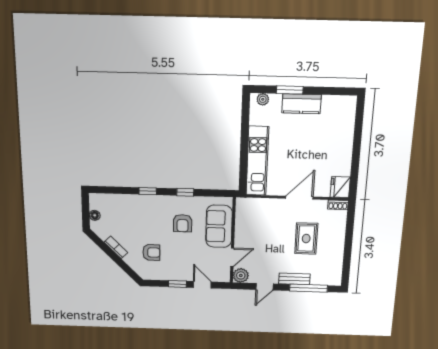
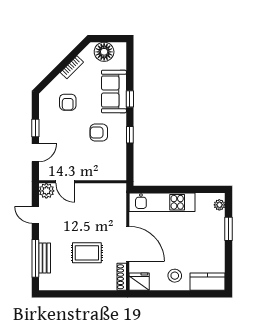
kitchen counter: (302, 104) -> (208, 282), moved, turned 90
stool: (337, 150) -> (175, 276), added
door: (299, 198) -> (128, 244), width x1.36
shoe rack: (338, 205) -> (122, 277), width x1.43
floor lamp: (95, 215) -> (104, 52), width x1.89, depth x1.89
sofa: (219, 226) -> (114, 92), moved, turned -90
bench: (294, 279) -> (45, 258), moved

